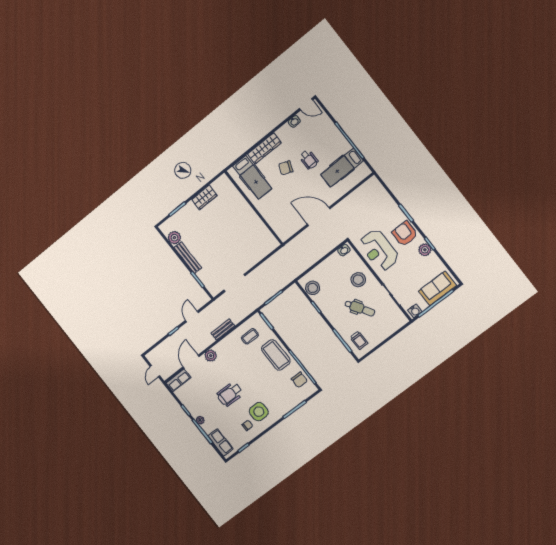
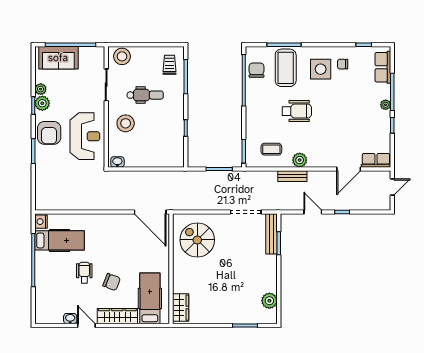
door: (306, 104) -> (86, 325), moved
nightstand: (364, 170) -> (41, 222), added
wardrobe: (204, 197) -> (181, 308), moved, turned 90
door: (319, 217) -> (150, 212), moved
spiral stairs: (251, 240) -> (197, 240), added
bench: (188, 258) -> (272, 234), moved
plant: (433, 258) -> (41, 89), added
stool: (313, 288) -> (122, 56), moved
dental chair: (360, 308) -> (145, 95), turned 122
water cooler: (415, 311) -> (95, 53), removed
door: (192, 317) -> (313, 212), swing flipped
coffee table: (276, 355) -> (286, 68), moved
plant: (211, 356) -> (300, 160), moved
wheelchair: (230, 394) -> (297, 111), moved

